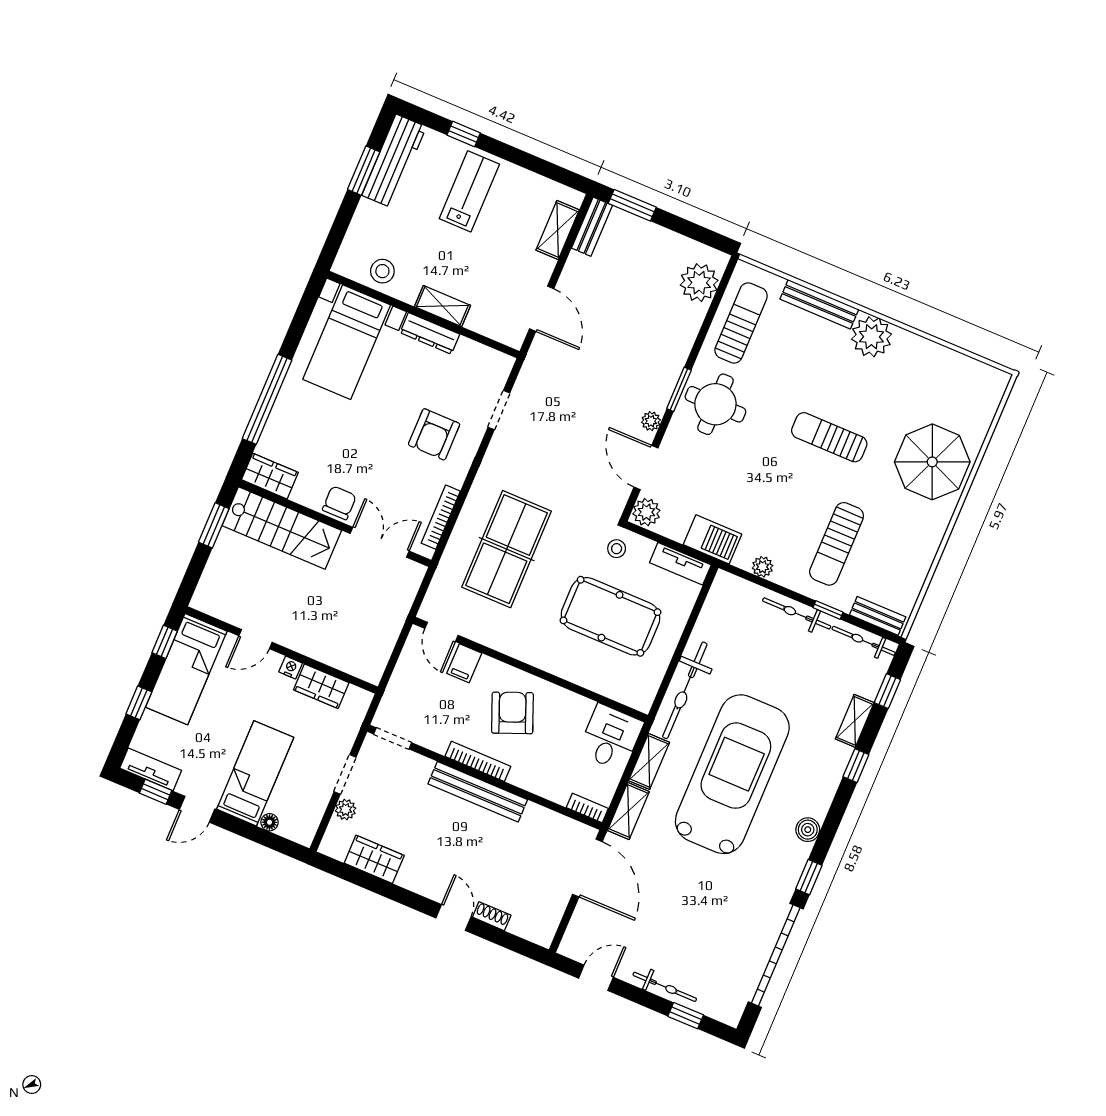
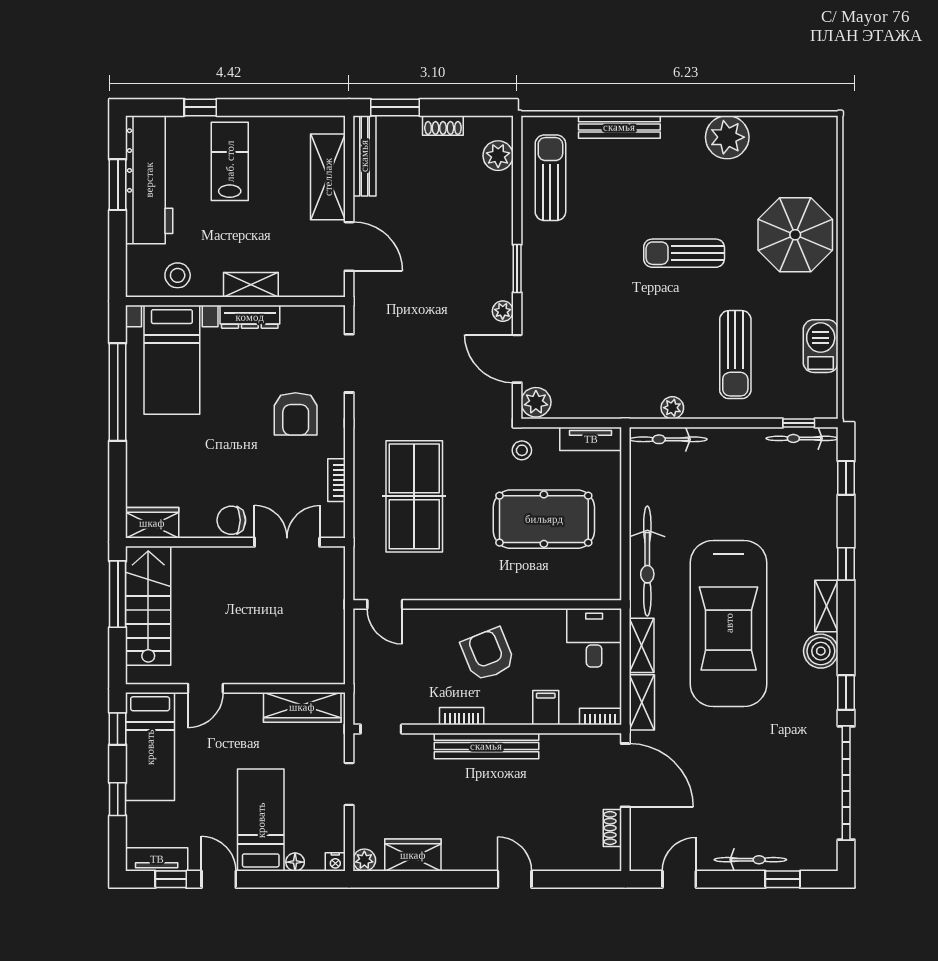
workbench: (394, 161) -> (149, 180), width x1.36, depth x1.32
bench: (592, 227) -> (364, 156), width x1.36
shelving: (558, 230) -> (328, 177), width x1.50, depth x1.33
shoe rack: (667, 238) -> (443, 125), added
plant: (699, 283) -> (498, 156), width x0.73, depth x0.73
plant: (871, 337) -> (727, 137), moved
window: (267, 399) -> (118, 392), moved
round table: (715, 404) -> (559, 268), removed
doorway: (499, 410) -> (349, 363), width x1.38
chair: (339, 503) -> (231, 520), turned -90
bookcase: (441, 517) -> (337, 480), width x0.64
window: (214, 525) -> (118, 594), width x1.44
stairs: (282, 528) -> (148, 606), moved, turned -90
barbecue: (712, 539) -> (821, 346), moved, turned -90
window: (828, 610) -> (799, 423), moved
bicycle: (797, 613) -> (668, 439), moved
bench: (878, 616) -> (805, 408), removed
filing cabinet: (464, 663) -> (546, 708), moved, turned 180
nightstand: (291, 668) -> (335, 862), moved, turned 180
wardrobe: (321, 686) -> (302, 707), width x1.50
shelving: (855, 721) -> (826, 606), moved
bookcase: (478, 761) -> (462, 716), width x0.64
car: (732, 774) -> (729, 623), turned 180
door: (197, 809) -> (219, 879), swing flipped
plant: (346, 810) -> (364, 860), moved
boiler: (808, 830) -> (821, 651), width x1.36, depth x1.36
shoe rack: (492, 916) -> (612, 828), moved, turned -90

